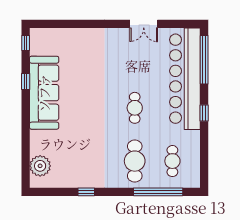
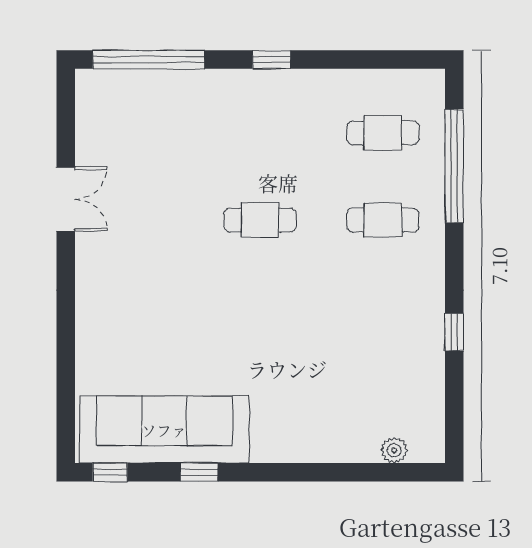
bar counter: (185, 79) -> (192, 104), removed
sofa: (44, 93) -> (164, 430), moved
cafe table: (135, 161) -> (383, 220), width x0.73, depth x0.74
plant: (40, 166) -> (394, 450), width x0.53, depth x0.53

